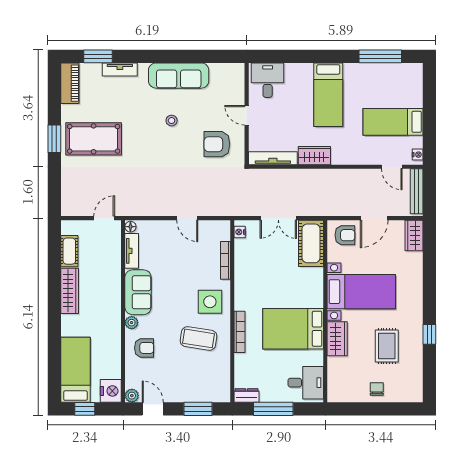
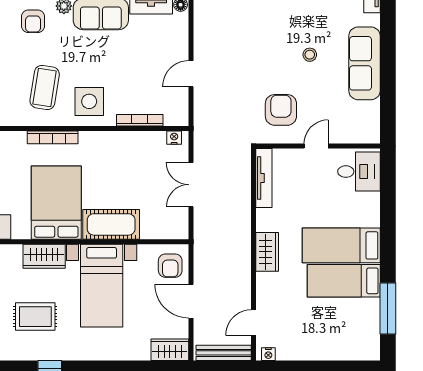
bed: (393, 122) -> (344, 281), moved, turned -90
wardrobe: (314, 156) -> (267, 252), moved
cot: (311, 243) -> (111, 224), moved

